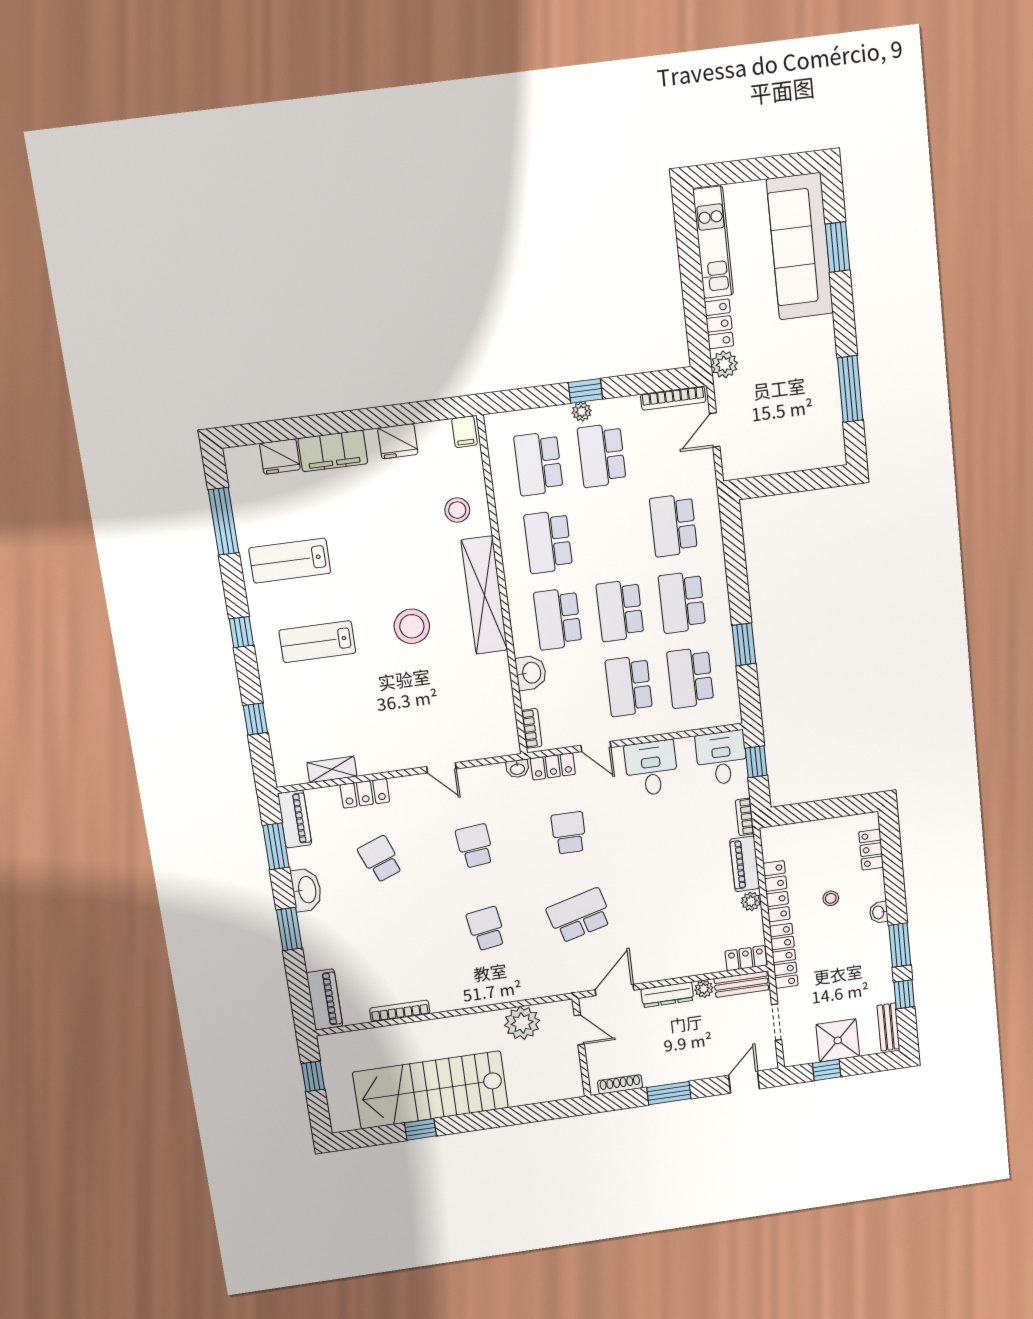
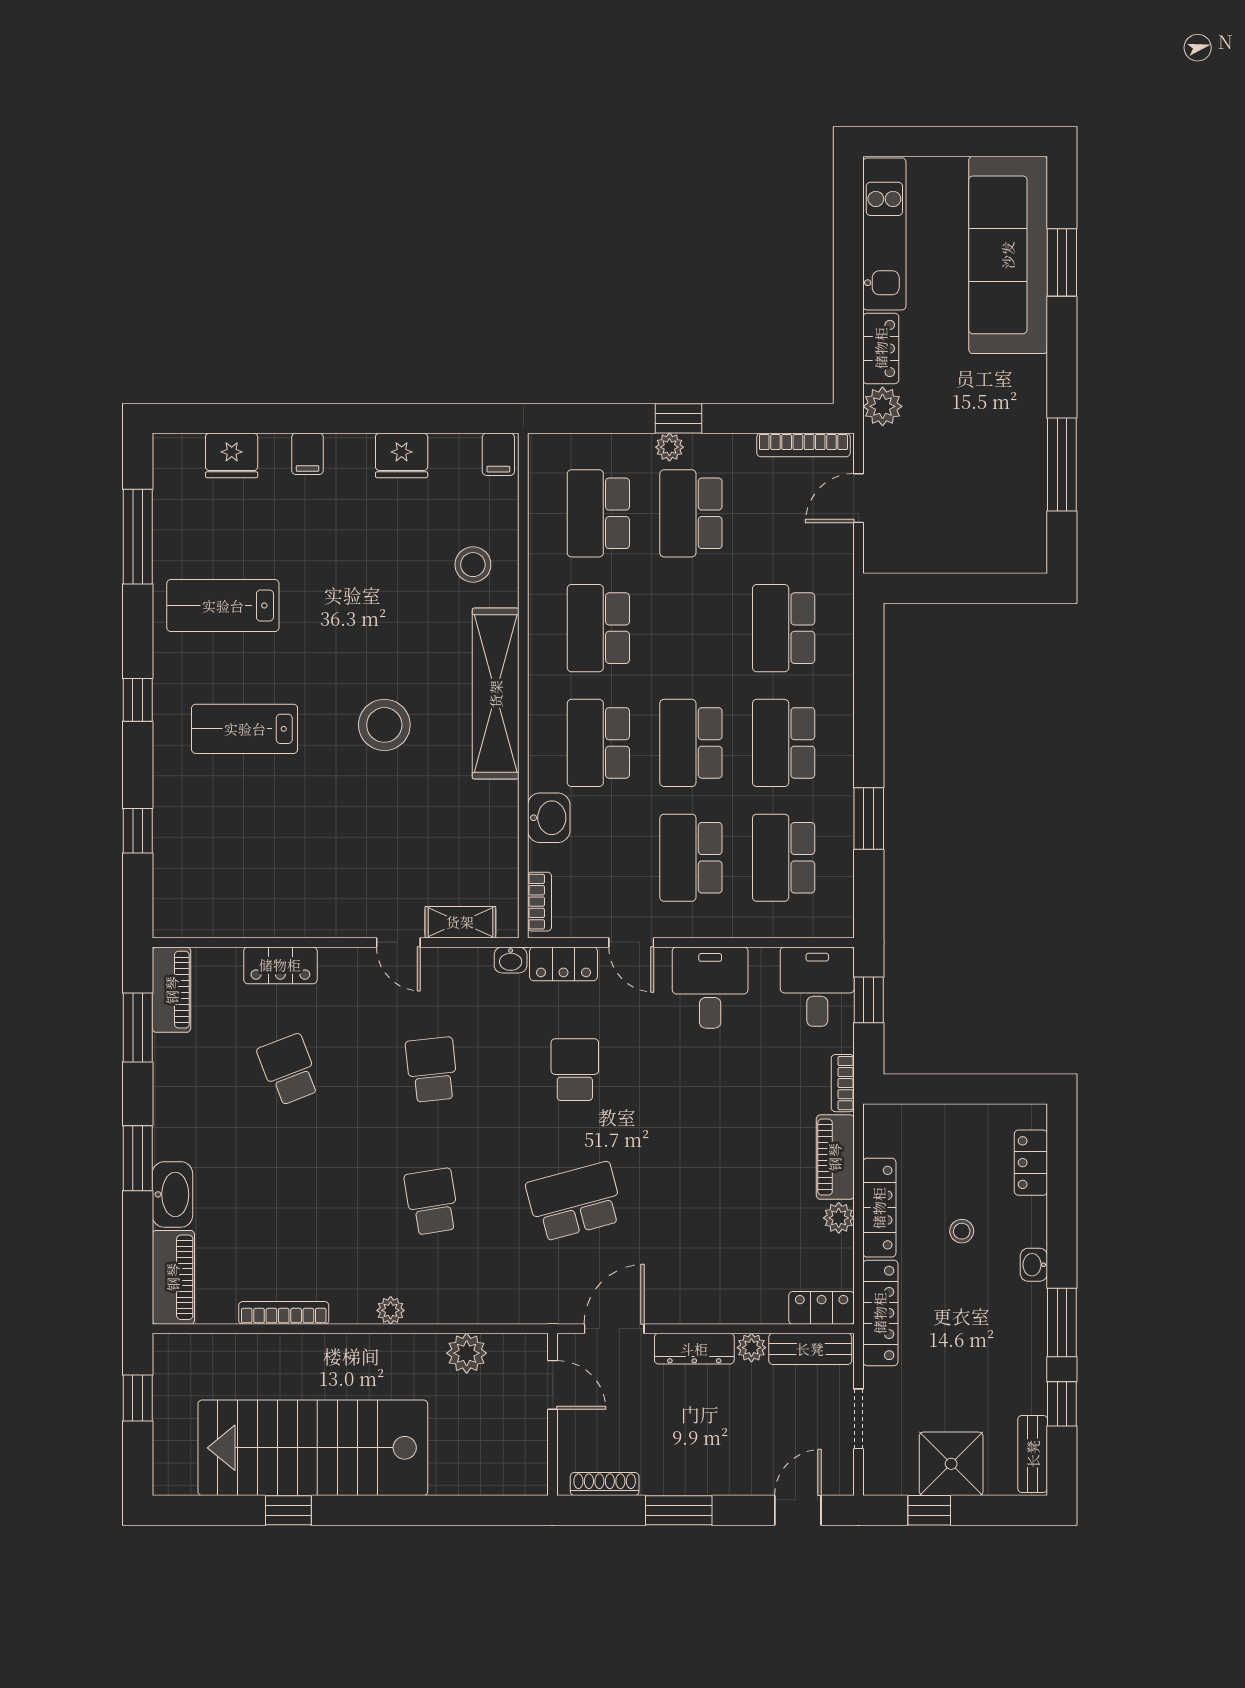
filing cabinet: (333, 451) -> (308, 454), width x0.33, depth x0.86
shelving: (332, 769) -> (460, 922), moved
washbasin: (306, 890) -> (172, 1194), moved
plant: (469, 1000) -> (391, 1310), added
plant: (522, 1023) -> (467, 1353), width x0.73, depth x0.73

